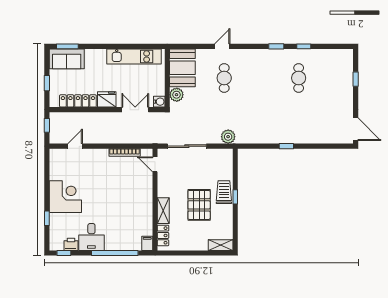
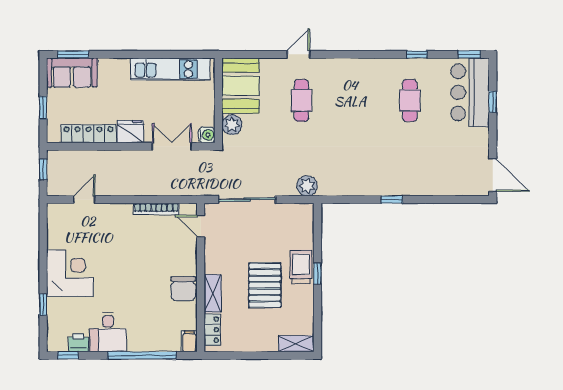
window: (276, 46) -> (469, 54), moved
bar counter: (340, 72) -> (470, 92), added
chair: (143, 207) -> (183, 289), added

